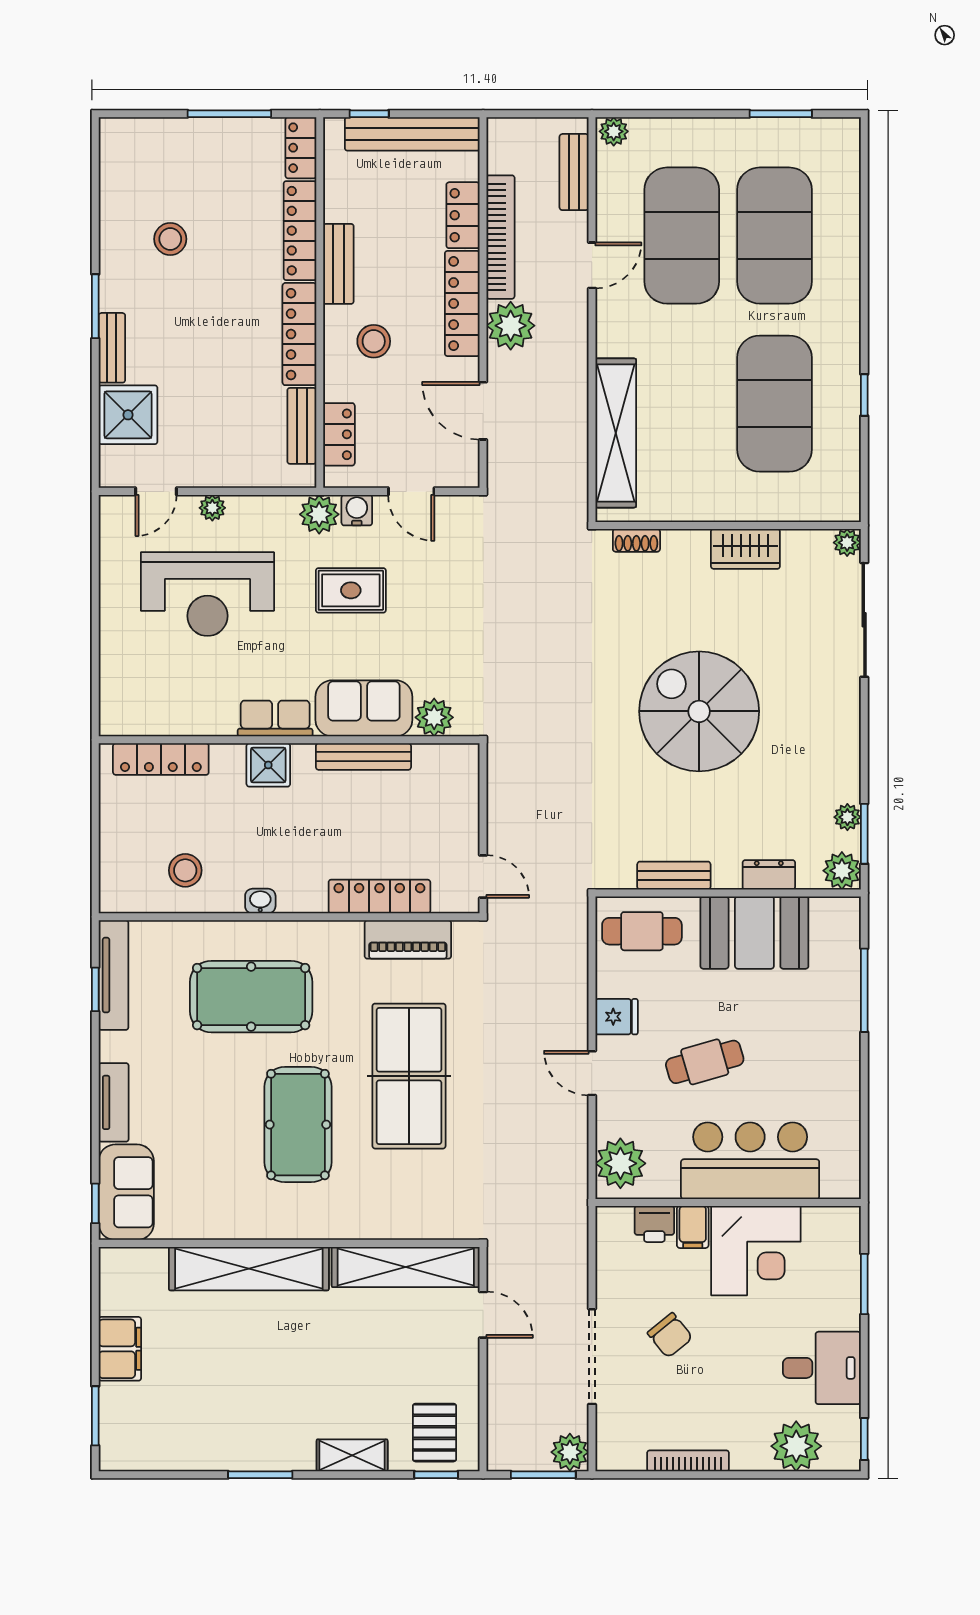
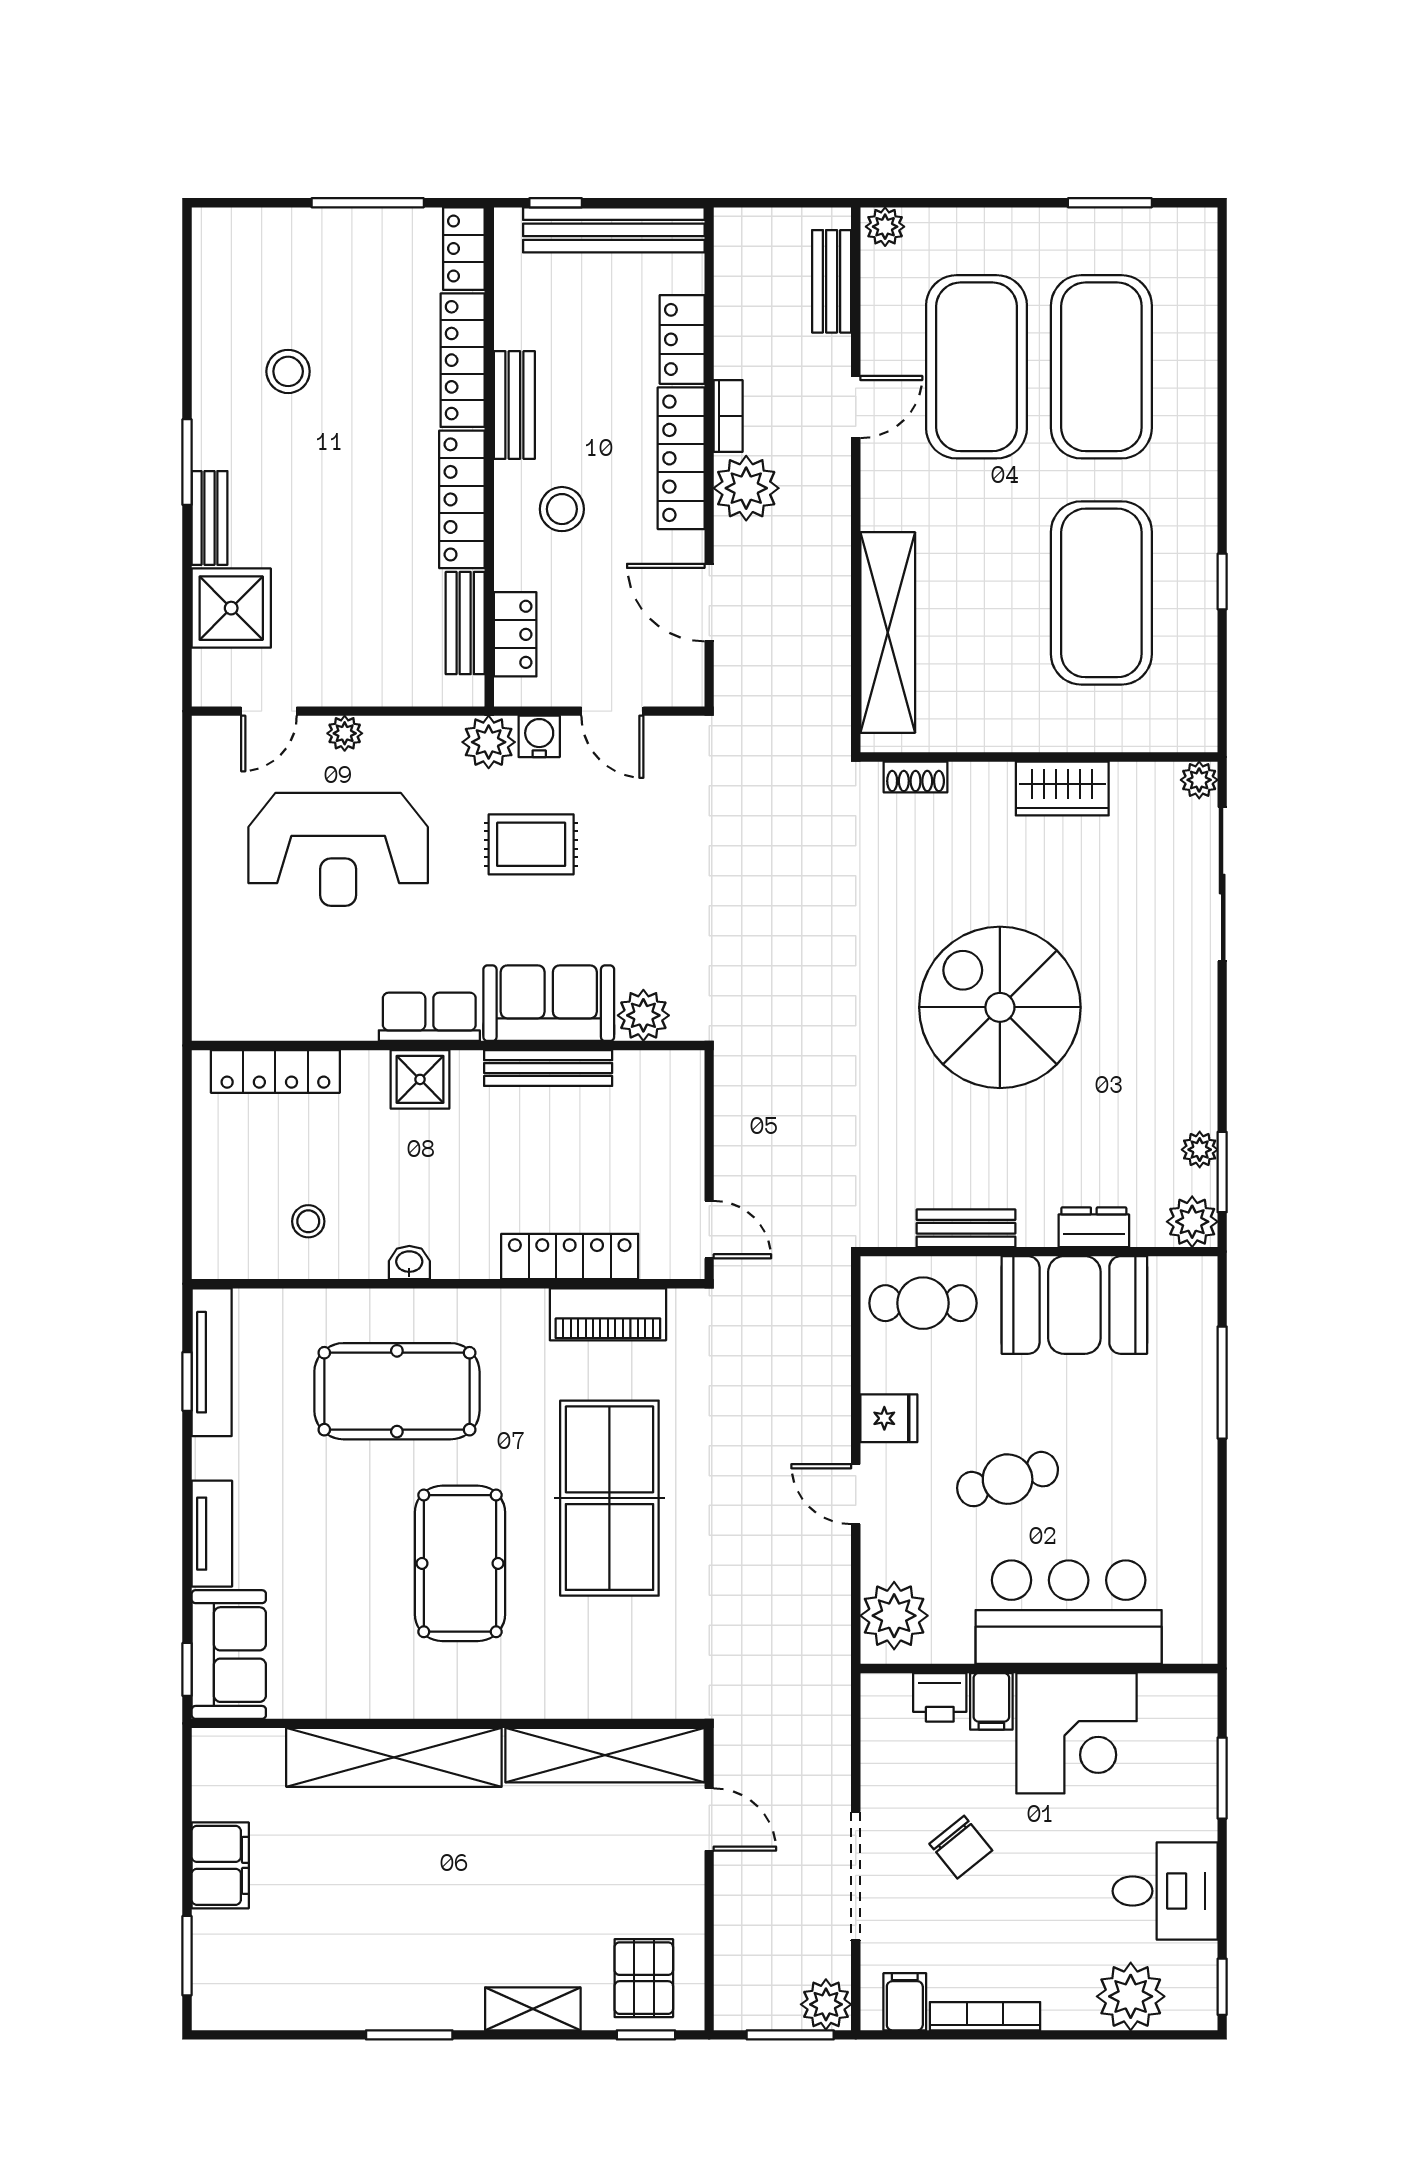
bookcase: (501, 237) -> (728, 416), width x0.43, depth x0.76
stool: (185, 870) -> (308, 1221), width x0.73, depth x0.73
filing cabinet: (628, 1450) -> (905, 2002), added

